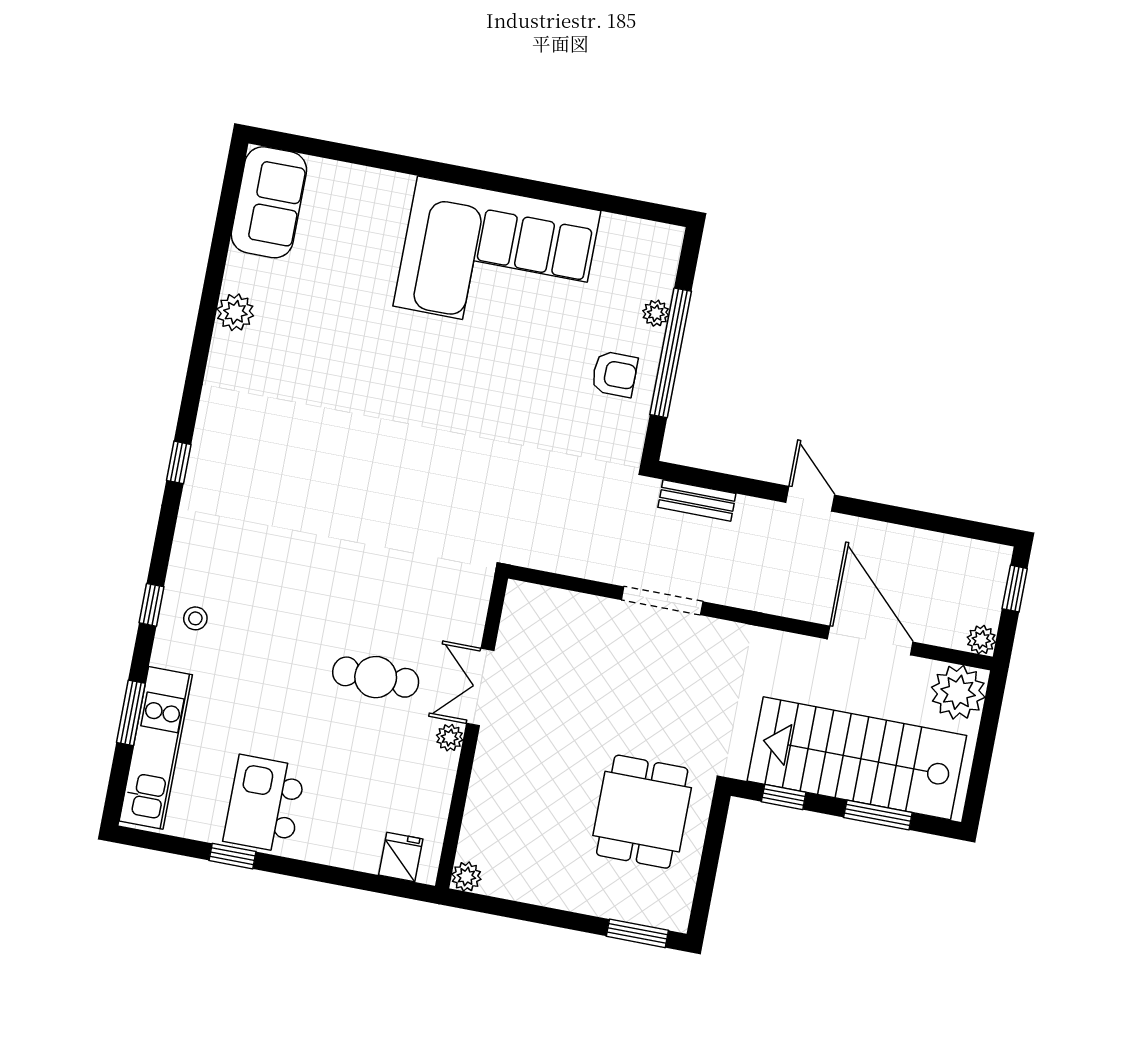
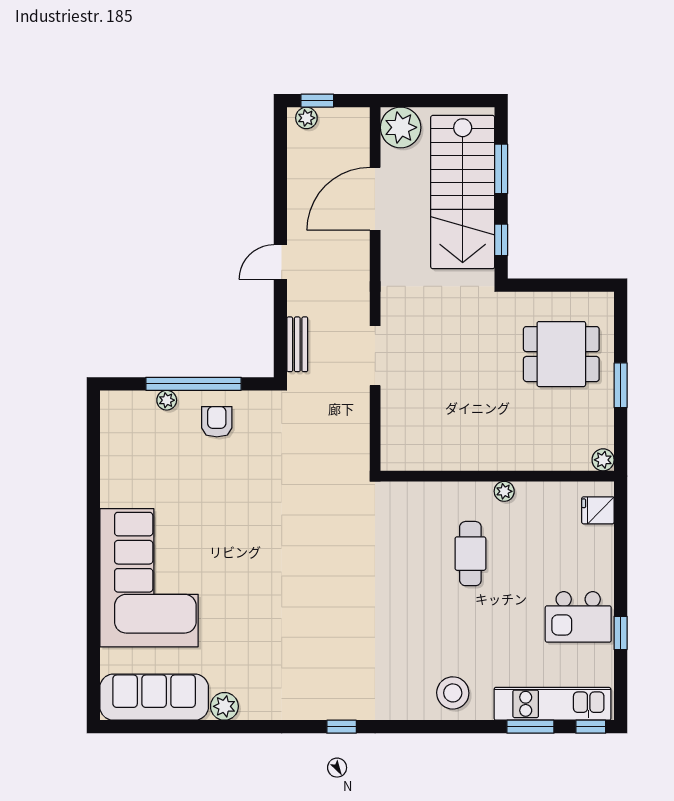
sofa: (269, 202) -> (154, 697), width x1.36
corner sofa: (497, 258) -> (149, 578), moved
window: (152, 605) -> (591, 727), moved
stool: (195, 618) -> (453, 693), width x1.89, depth x1.89
plant: (981, 640) -> (306, 118), moved
double door: (480, 687) -> (463, 476), removed
dining table: (642, 812) -> (561, 354), moved
window: (637, 933) -> (621, 385), moved

